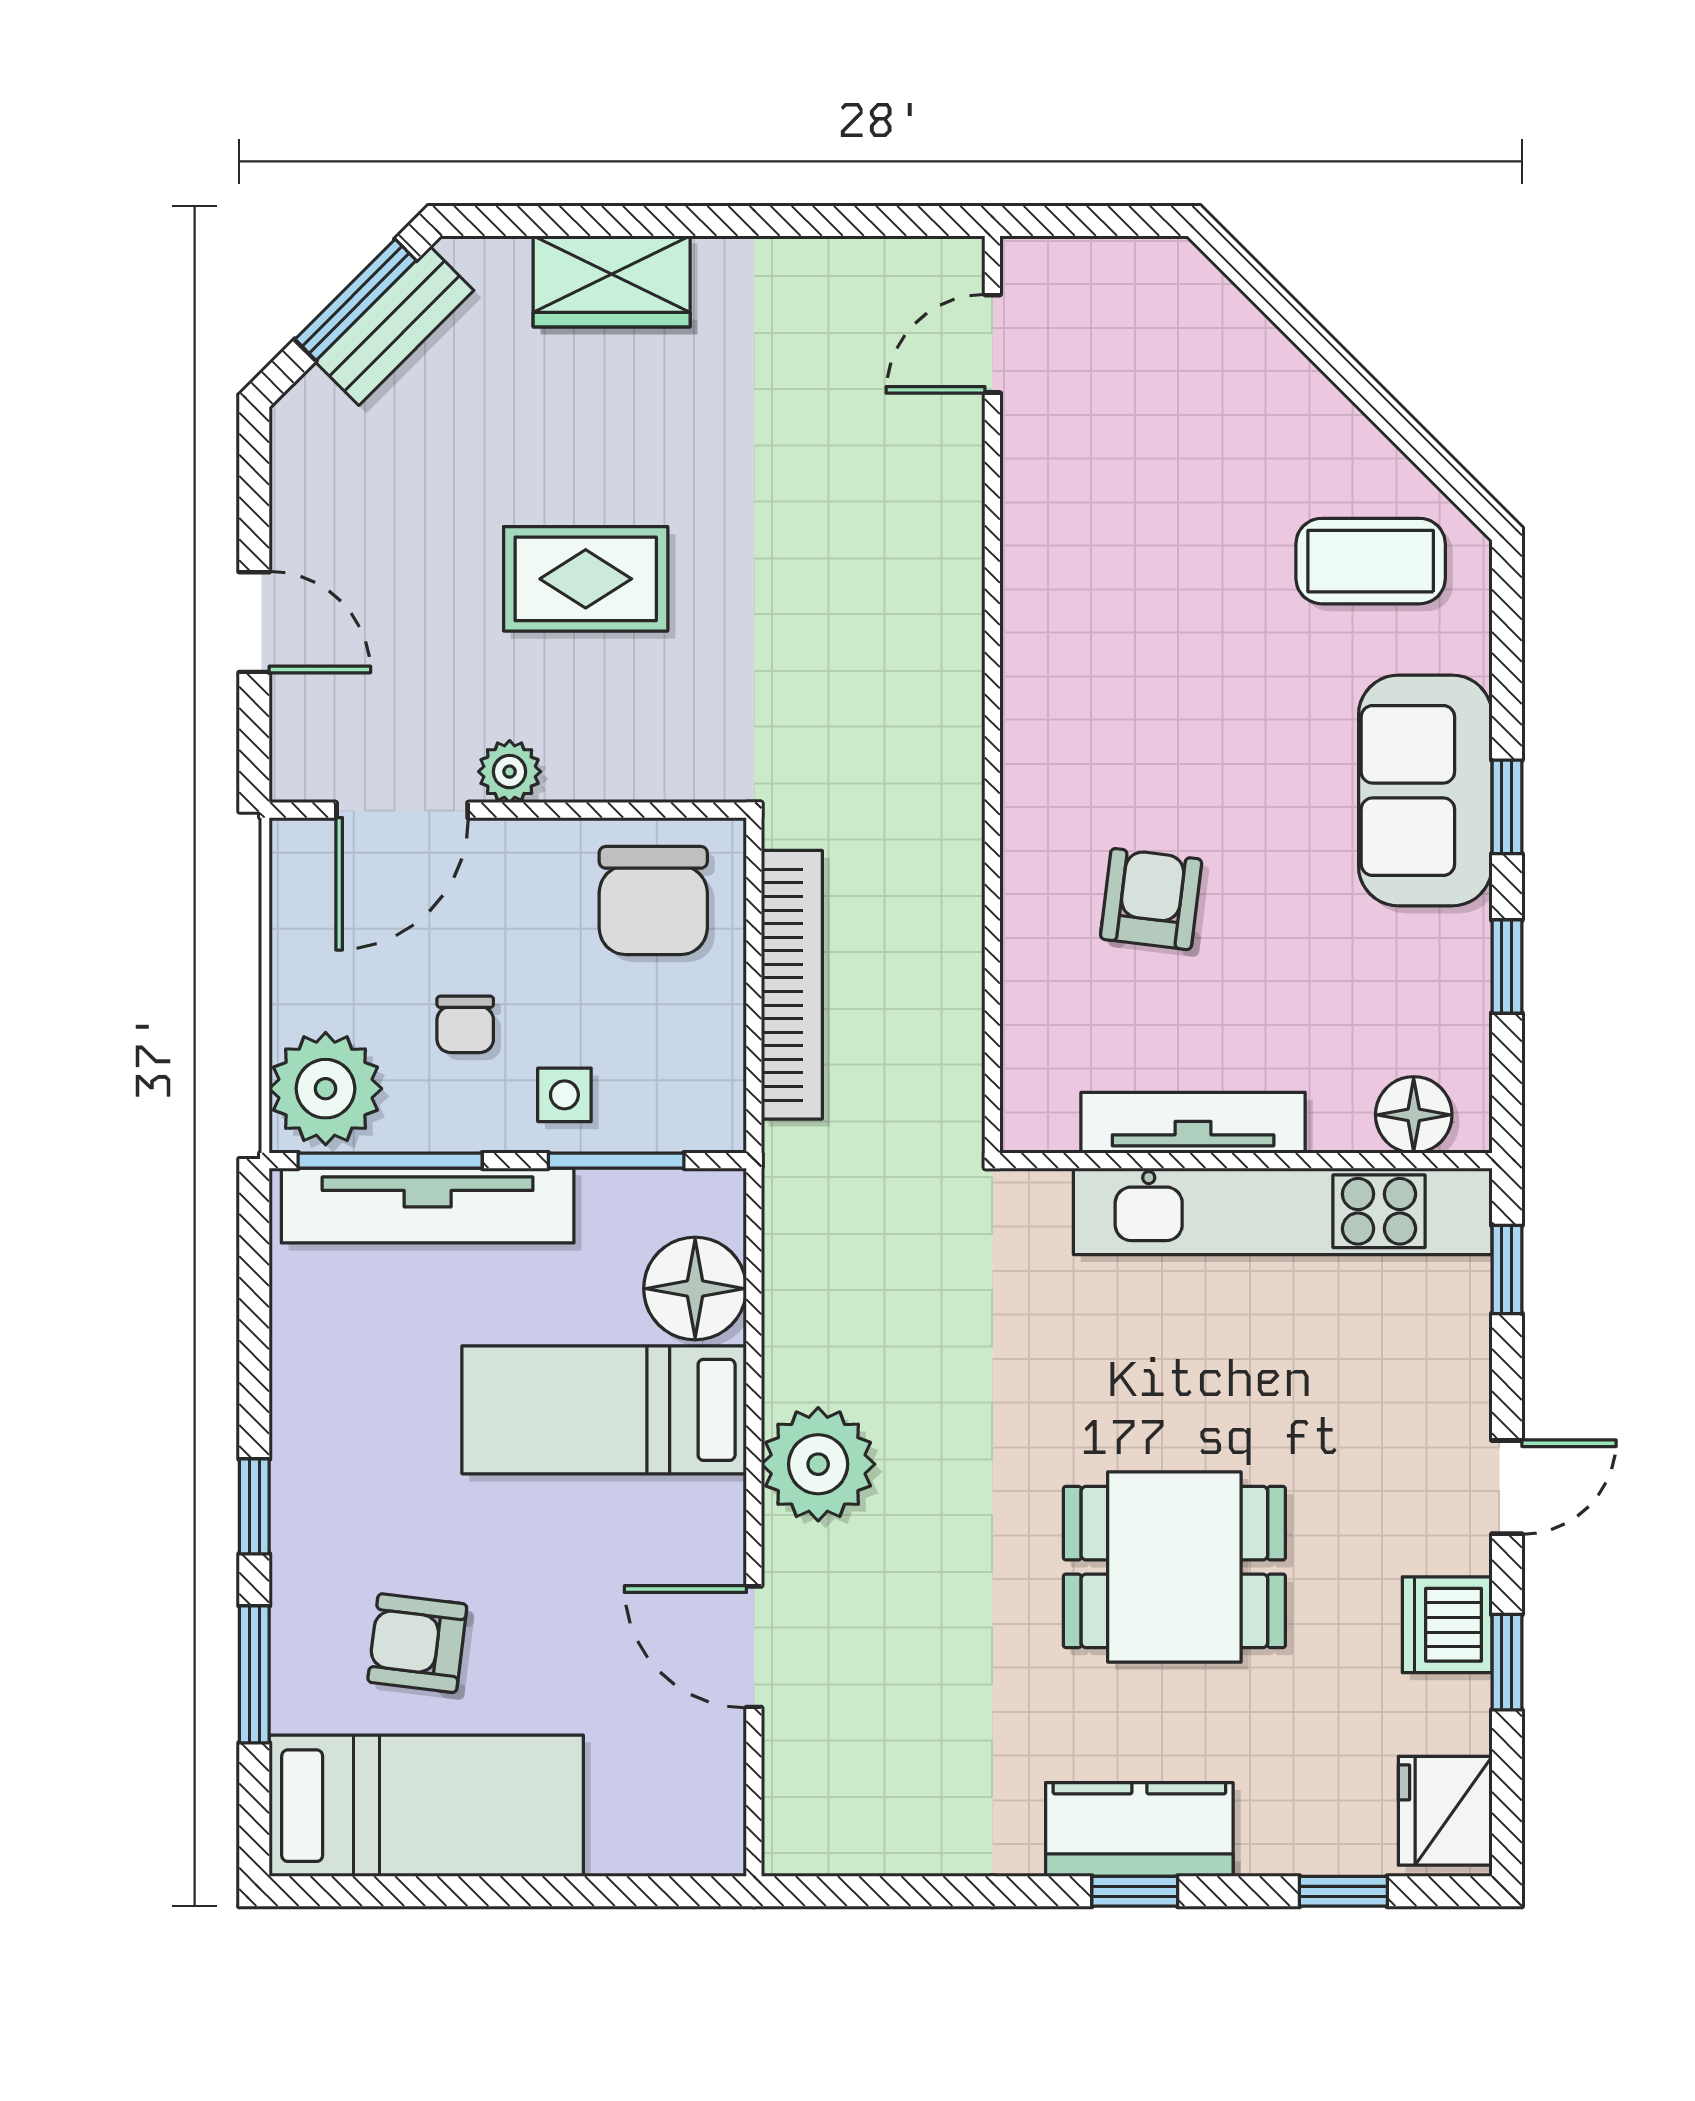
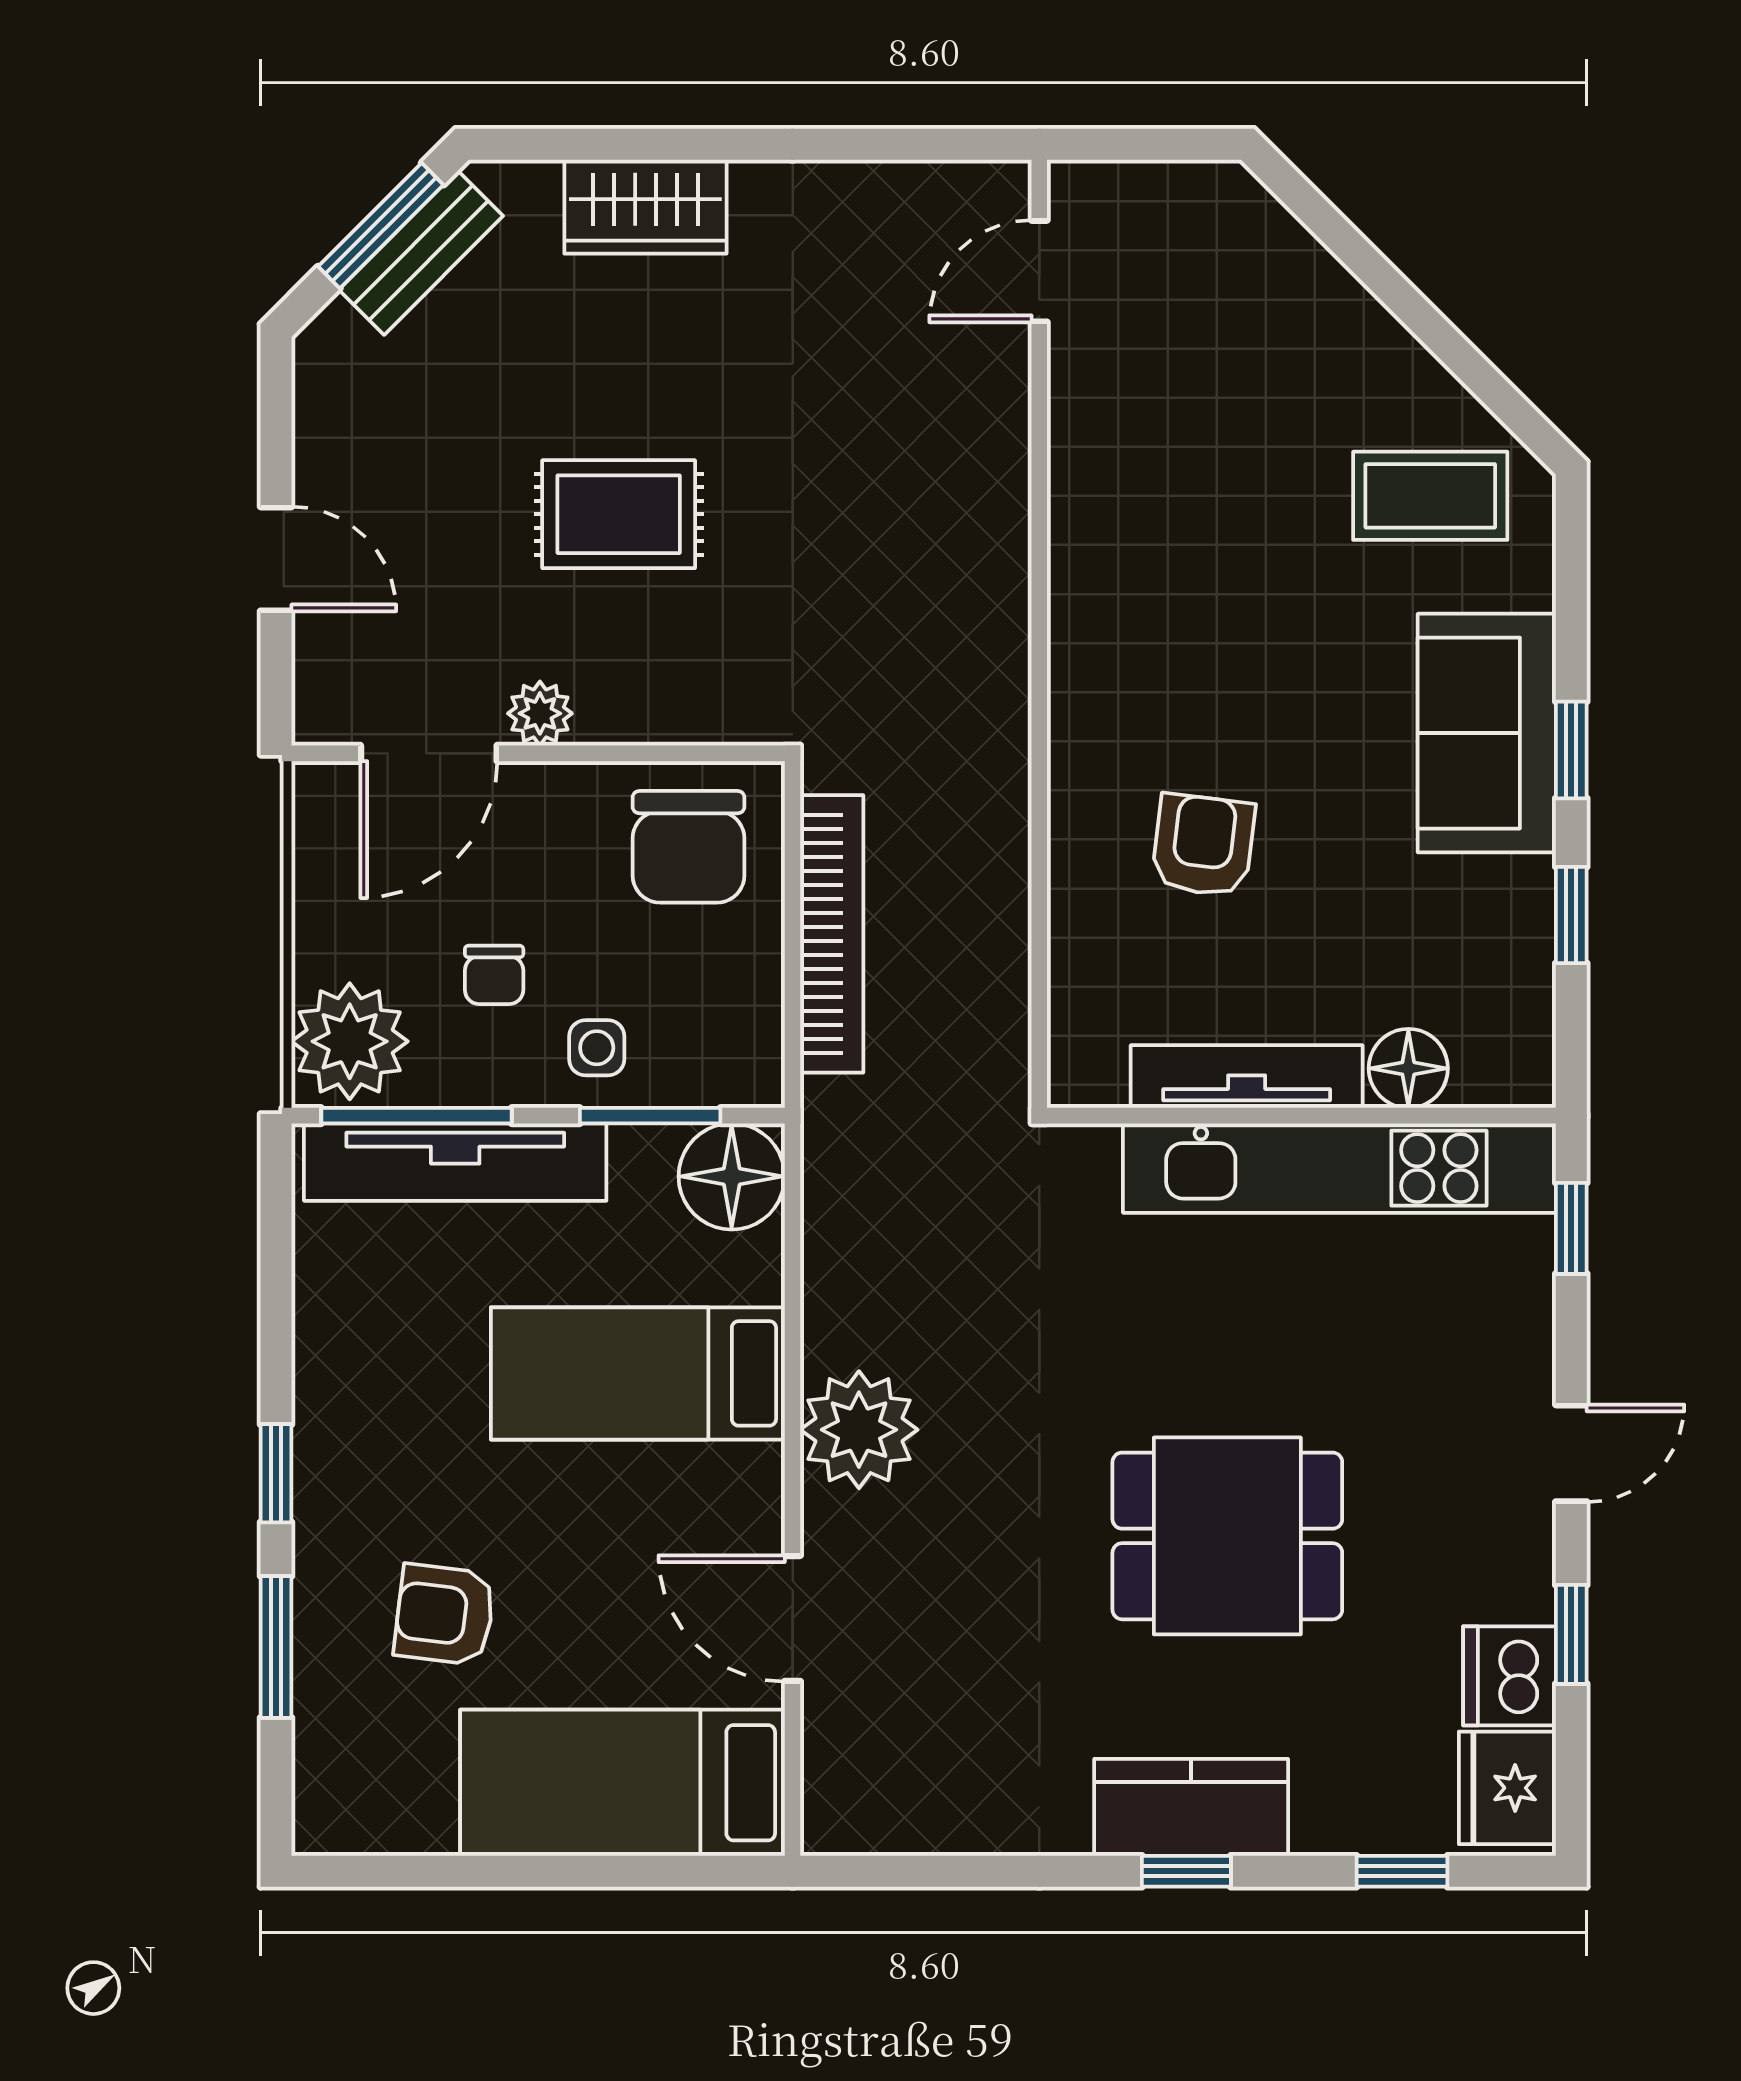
floor lamp: (1414, 1115) -> (1408, 1068), moved
floor lamp: (695, 1289) -> (732, 1176), moved
dishwasher: (1447, 1625) -> (1509, 1676), moved
bed: (426, 1806) -> (622, 1783), moved, turned 180

